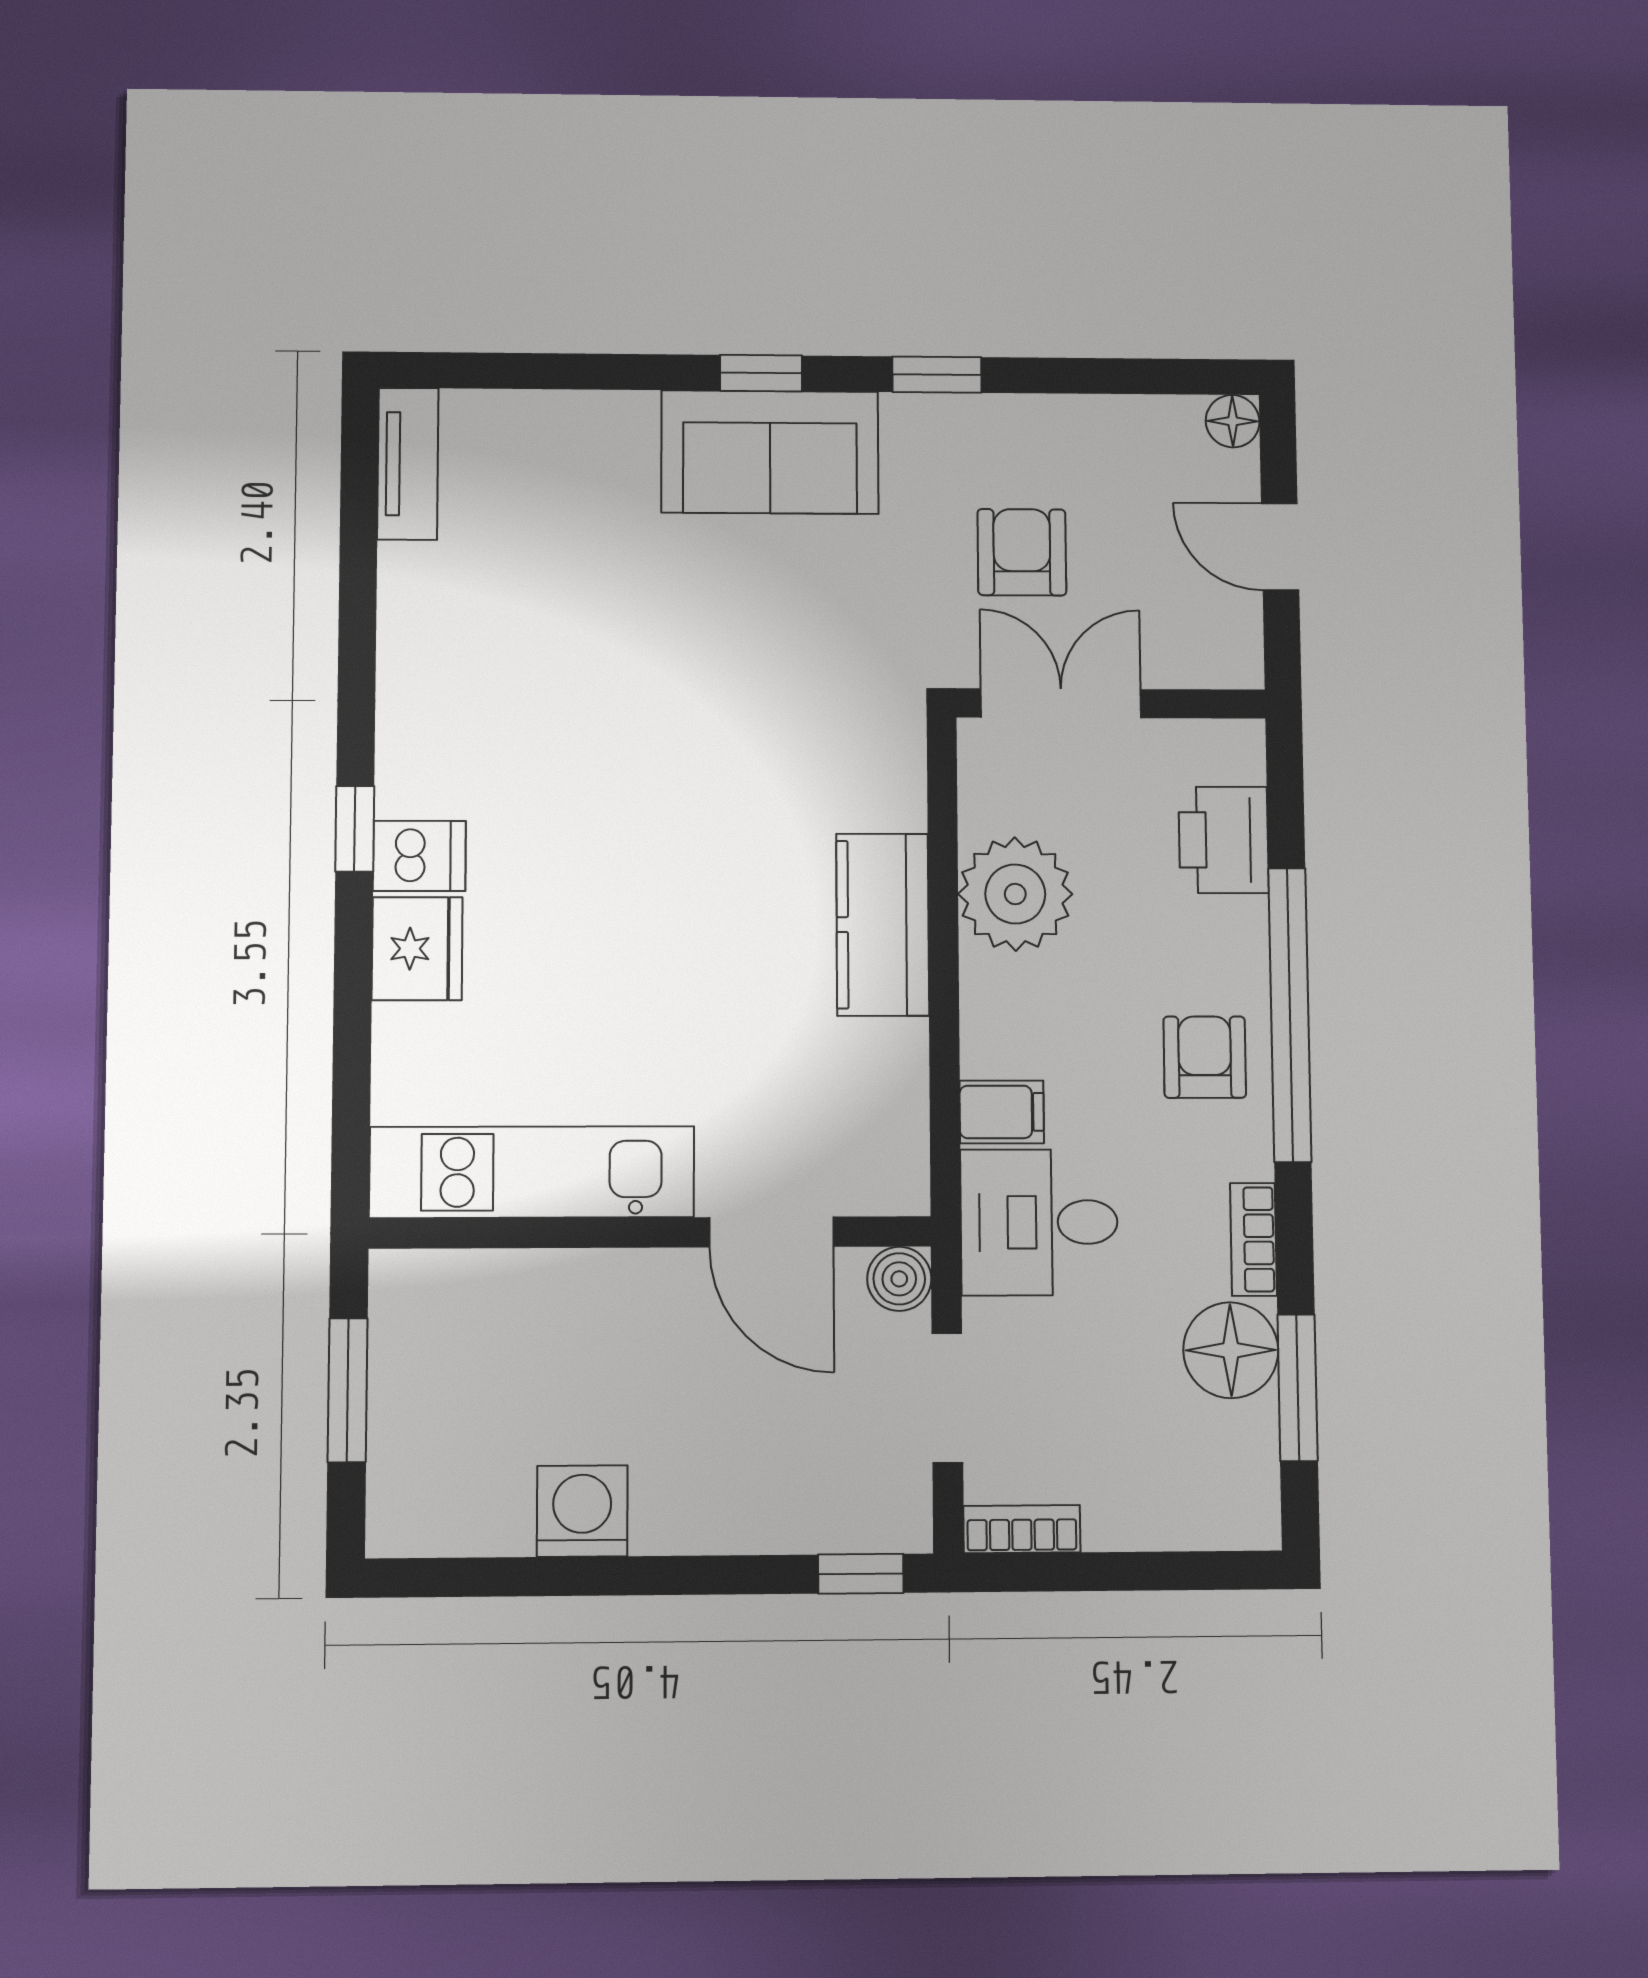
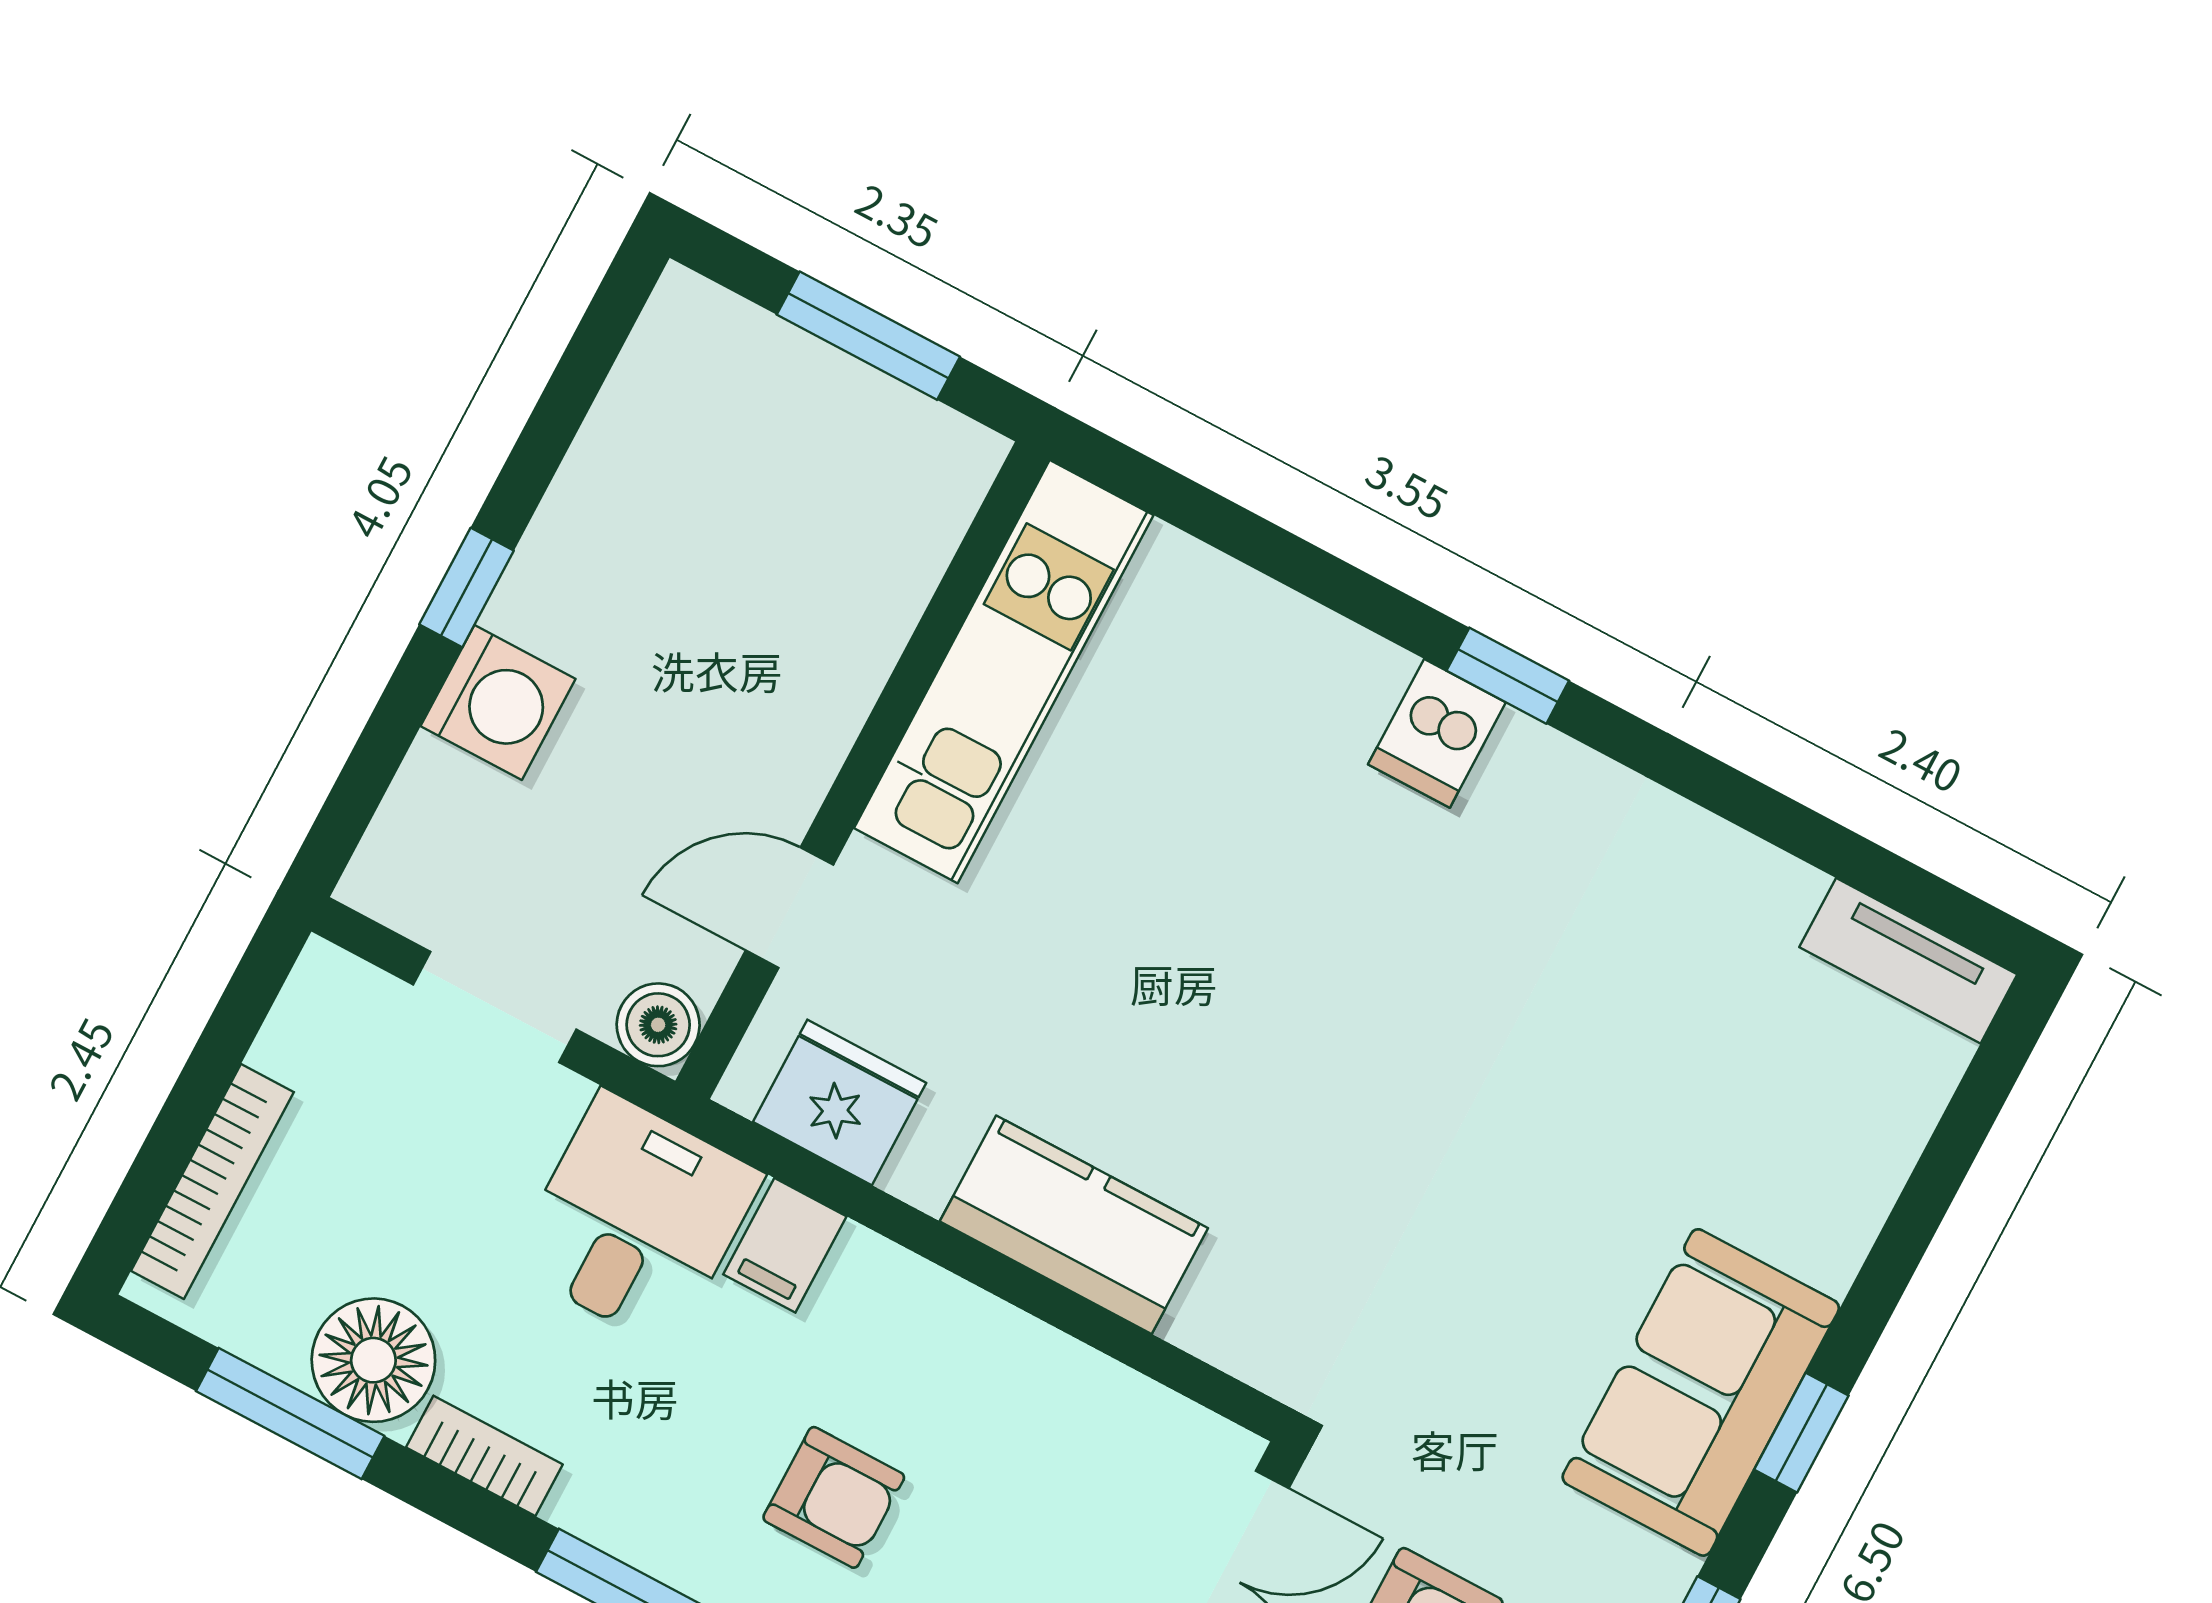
plant: (1015, 894) -> (1028, 1398), removed
fridge: (417, 949) -> (840, 1102), moved, turned 180
armchair: (1205, 1057) -> (834, 1497), moved
door: (771, 1232) -> (790, 908), width x0.73
washing machine: (582, 1511) -> (498, 703), moved
bookcase: (1022, 1529) -> (212, 1181), moved, width x1.56
window: (861, 1574) -> (467, 588), moved

